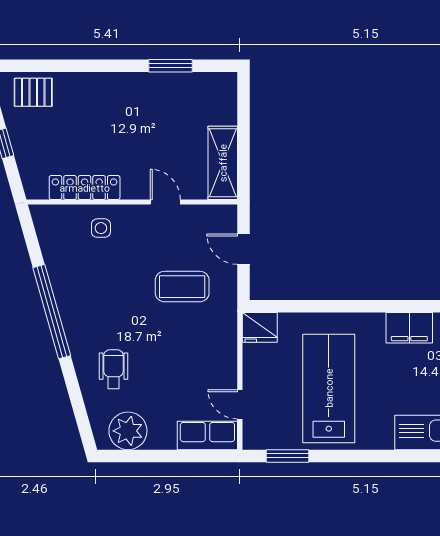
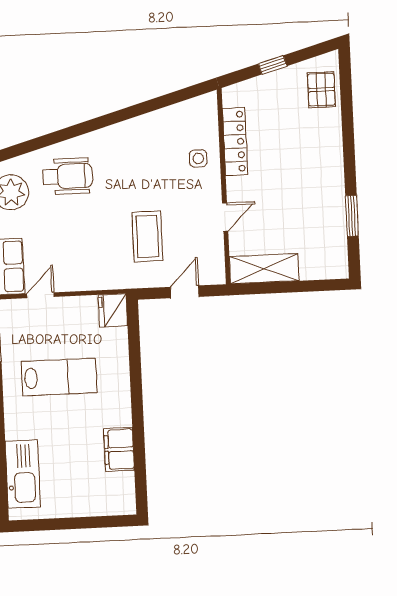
window: (52, 312) -> (118, 116), removed
wheelchair: (113, 369) -> (68, 176), width x1.36, depth x1.37
lab bench: (329, 388) -> (59, 377), width x0.73, depth x0.72

